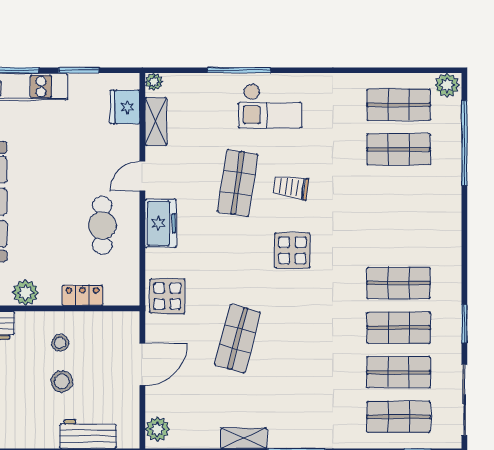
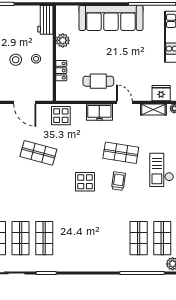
shop shelf: (399, 283) -> (68, 238), removed

